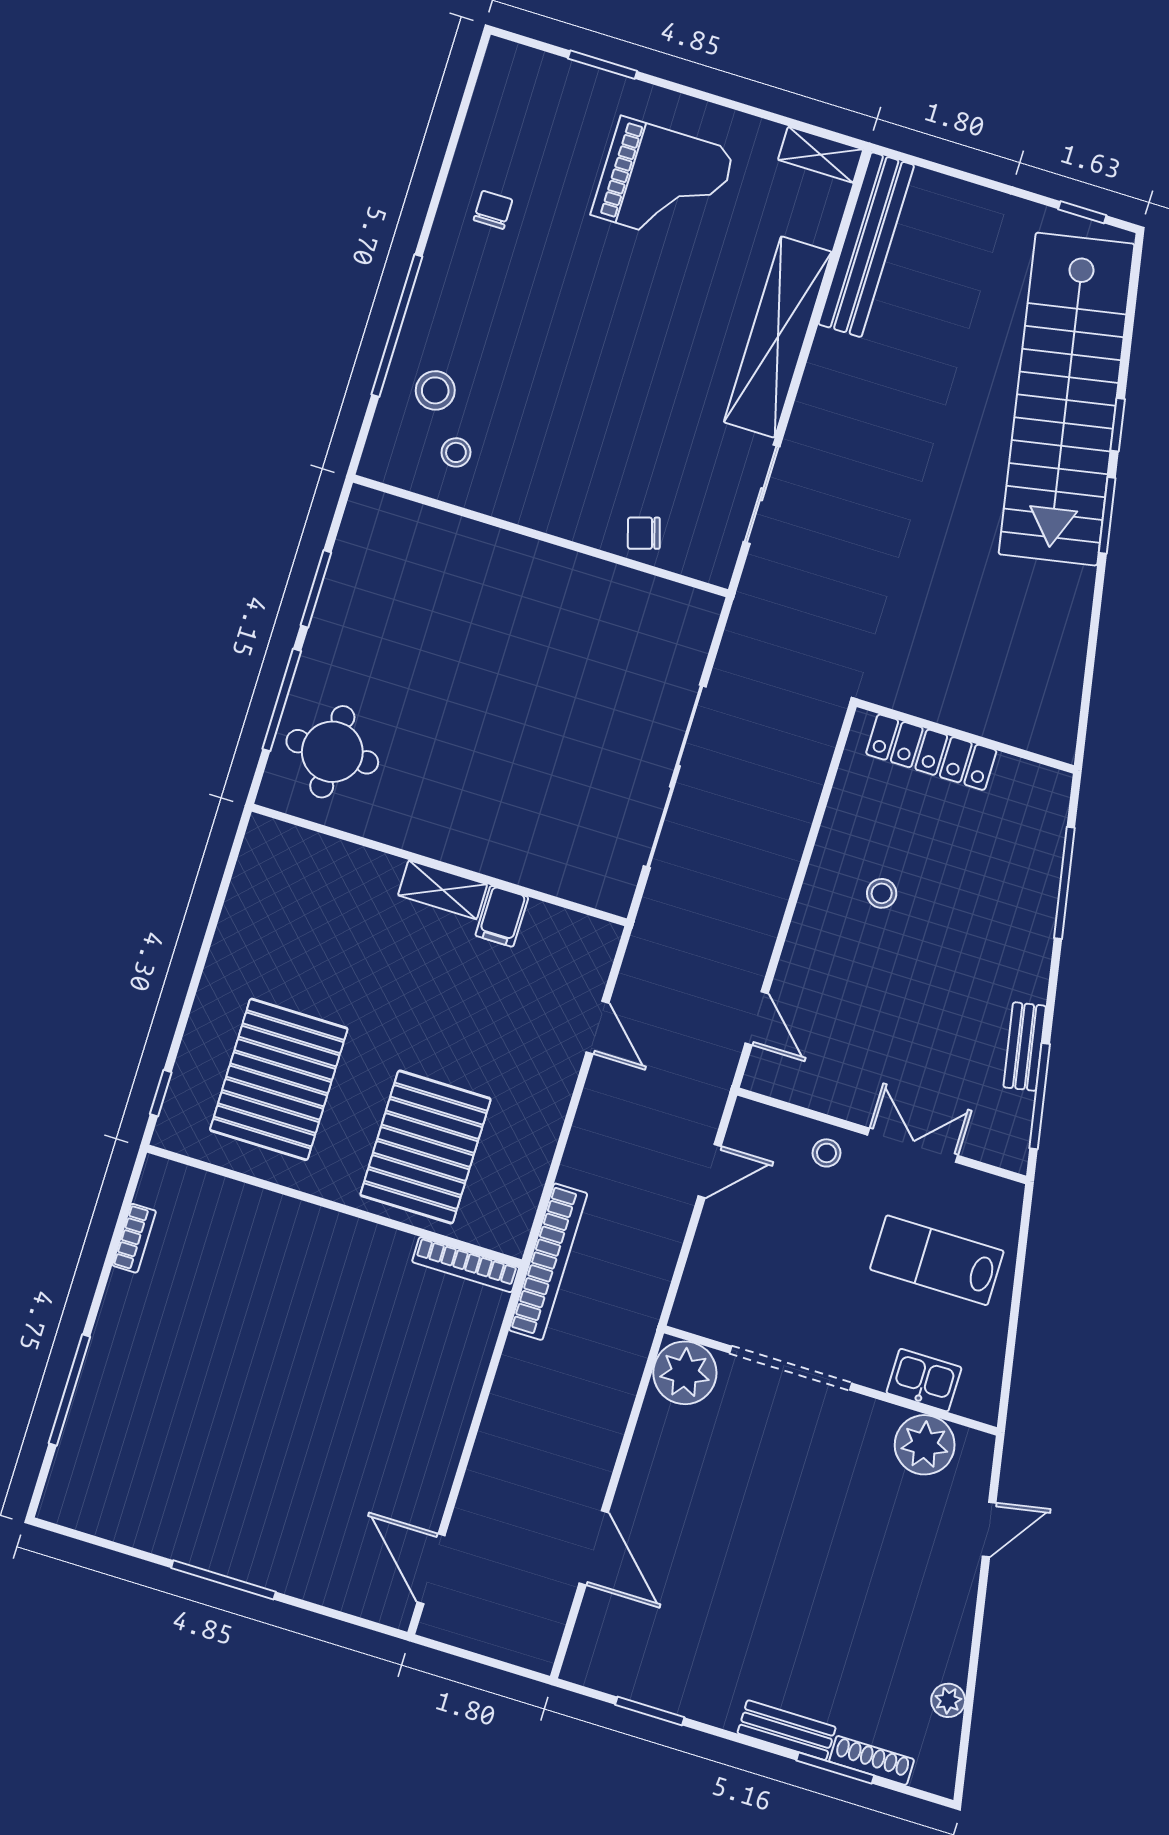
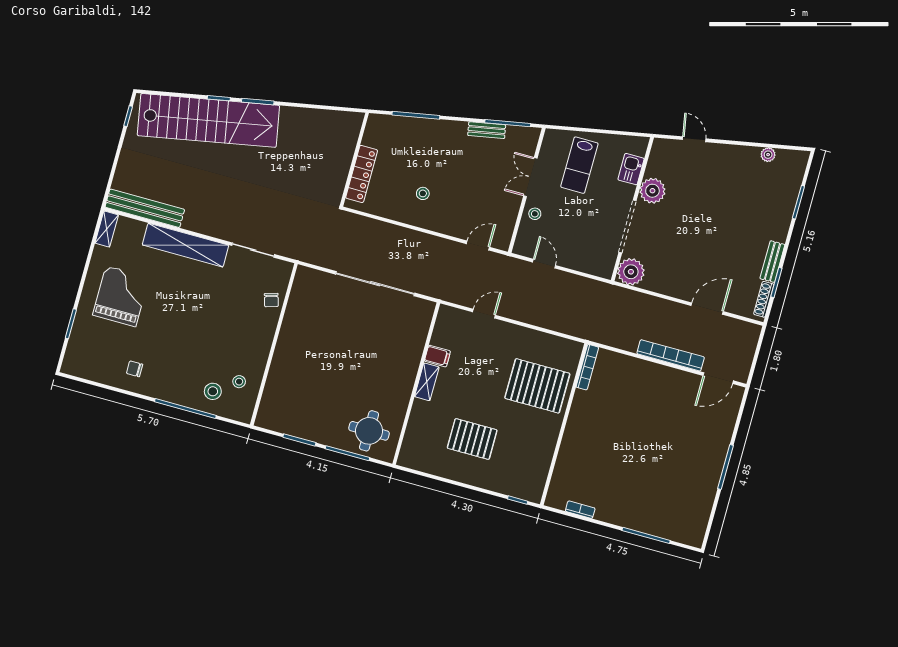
pallet: (279, 1079) -> (472, 439), moved, width x0.73, depth x0.71
bookcase: (548, 1262) -> (671, 355), moved
plant: (925, 1445) -> (652, 191), moved
bench: (787, 1730) -> (772, 262), moved
shoe rack: (872, 1760) -> (764, 299), moved

